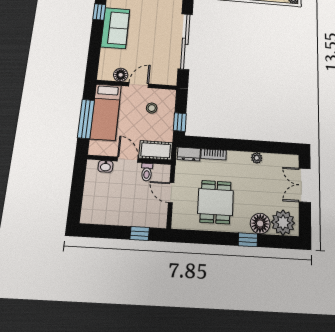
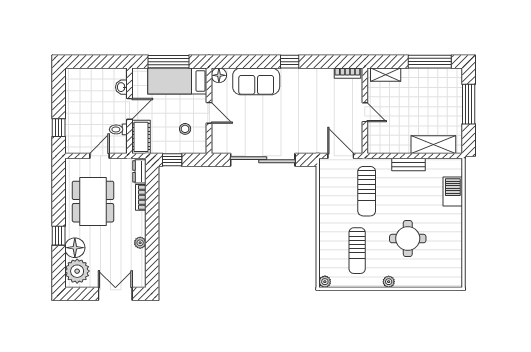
sofa: (115, 28) -> (256, 81), moved
floor lamp: (121, 75) -> (219, 75), moved
dining table: (216, 202) -> (93, 202), width x1.38

